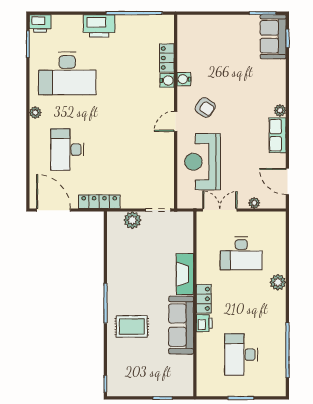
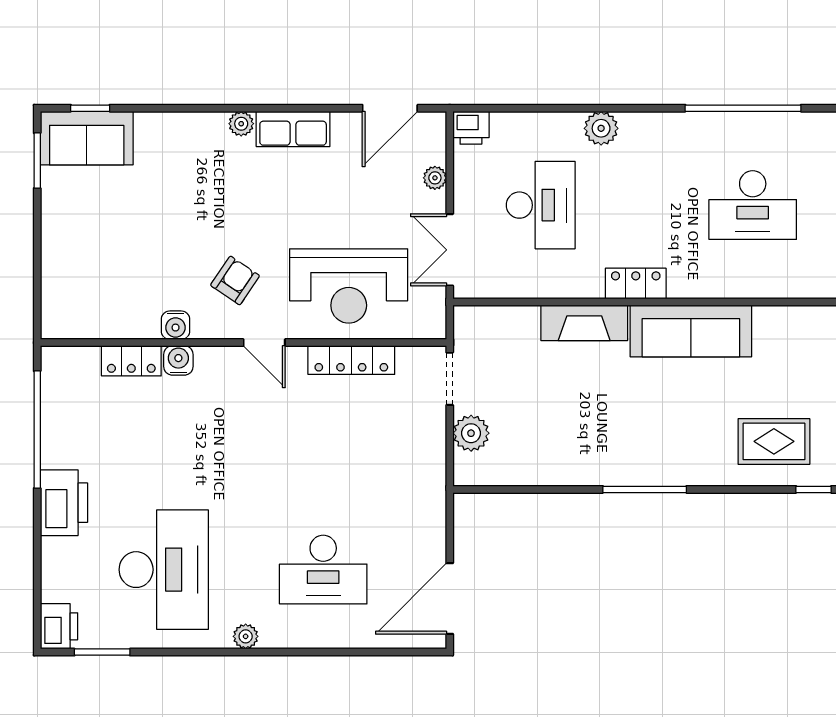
locker: (99, 202) -> (351, 360), moved, turned -90
printer: (204, 323) -> (471, 128), moved, turned 180
rug: (132, 326) -> (774, 441), moved, turned 90

